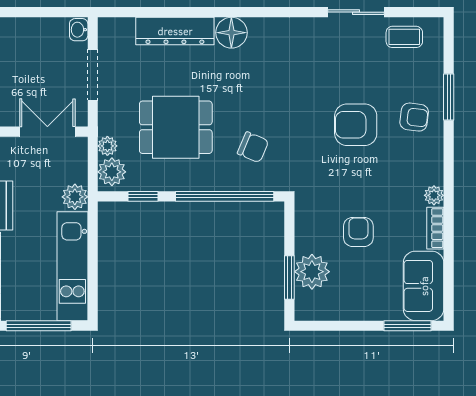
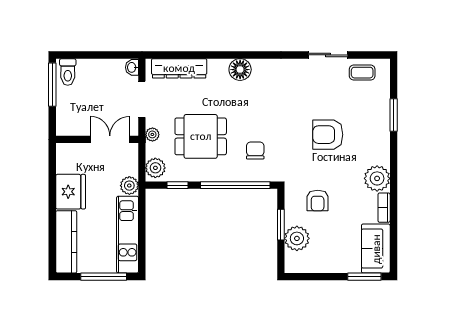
dresser: (175, 31) -> (179, 68), moved
armchair: (414, 117) -> (369, 129), removed
plant: (107, 146) -> (152, 134), moved
chair: (253, 147) -> (255, 150), turned -113
plant: (434, 195) -> (377, 178), width x1.88, depth x1.88
armchair: (358, 232) -> (318, 201), moved, turned 180
window: (289, 278) -> (281, 225), moved

